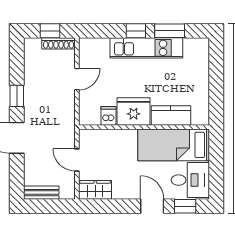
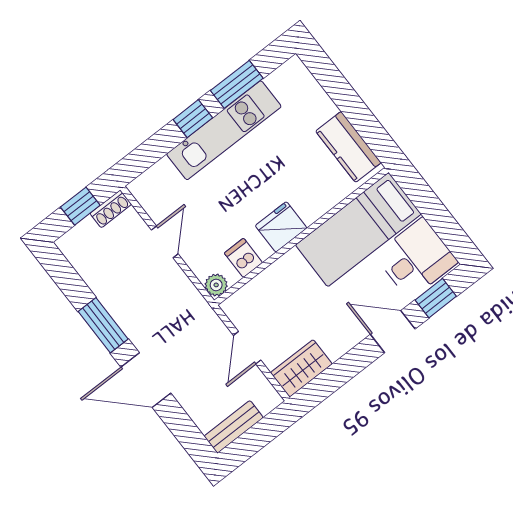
shoe rack: (59, 43) -> (111, 209), width x0.70
window: (17, 96) -> (103, 325), width x1.50
fridge: (134, 112) -> (281, 227), width x0.73, depth x0.75
kitchen counter: (171, 116) -> (348, 147), moved, turned -90
plant: (85, 119) -> (216, 285), added
door: (77, 160) -> (247, 348), hinge flipped

